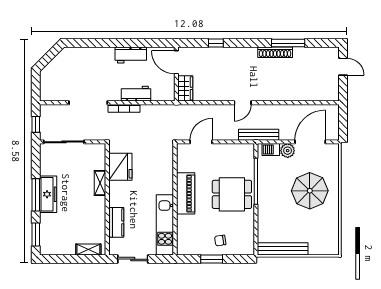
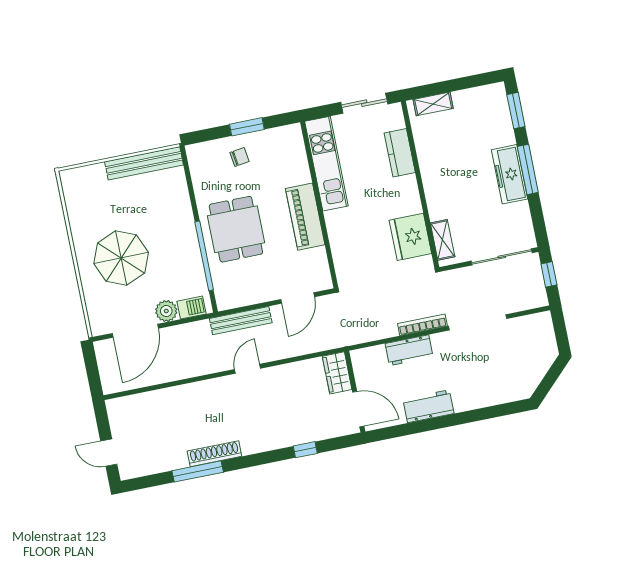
bench: (259, 135) -> (241, 321), moved
shelving: (100, 183) -> (443, 240), moved
dining table: (232, 194) -> (236, 229), turned 90

